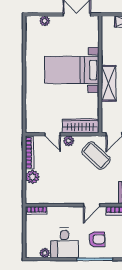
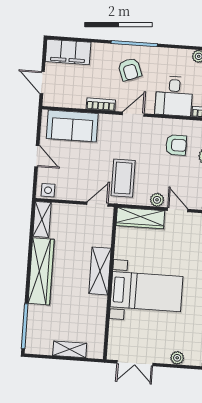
coffee table: (96, 156) -> (123, 178), turned 47
armchair: (57, 184) -> (176, 145), added
armchair: (97, 239) -> (130, 69), turned -111
desk: (65, 243) -> (174, 96), moved, turned 180

